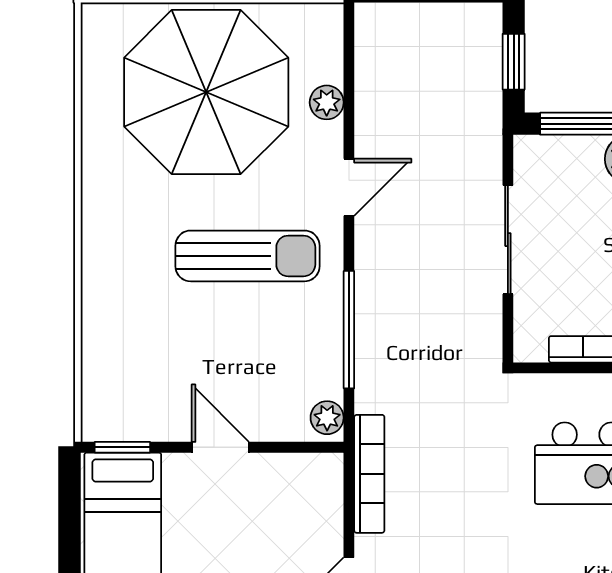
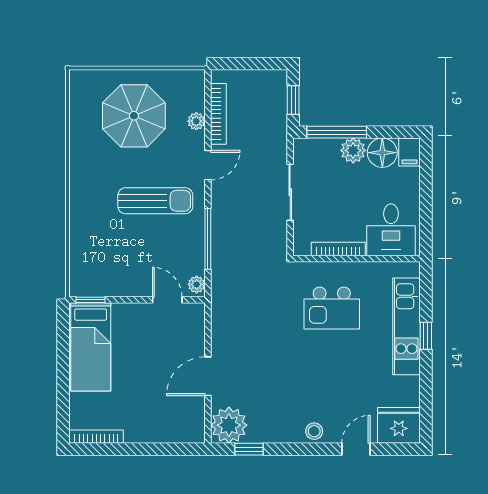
parasol: (206, 92) -> (134, 116), width x0.73, depth x0.73
door: (220, 447) -> (167, 300), moved
bookcase: (369, 474) -> (218, 114), moved

